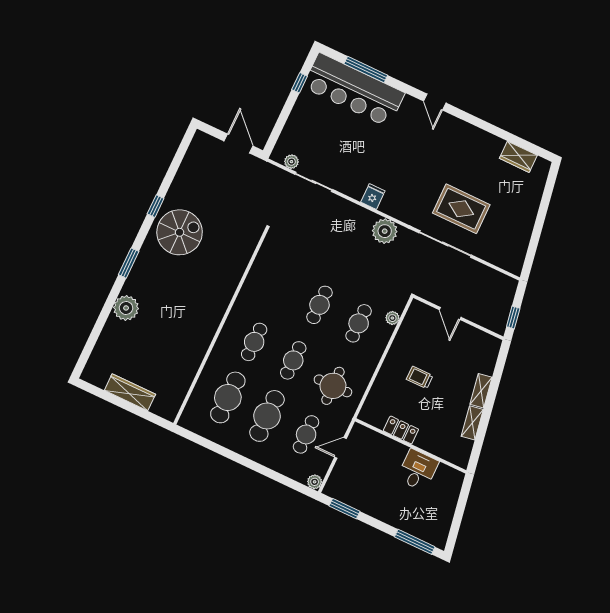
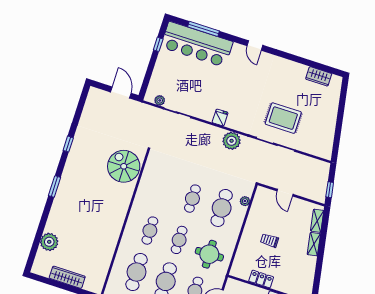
spiral stairs: (180, 232) -> (124, 166), moved, turned -90
plant: (126, 308) -> (49, 242), moved
cafe table: (359, 323) -> (222, 208), width x1.37, depth x1.35
shelving: (472, 423) -> (317, 221), moved

